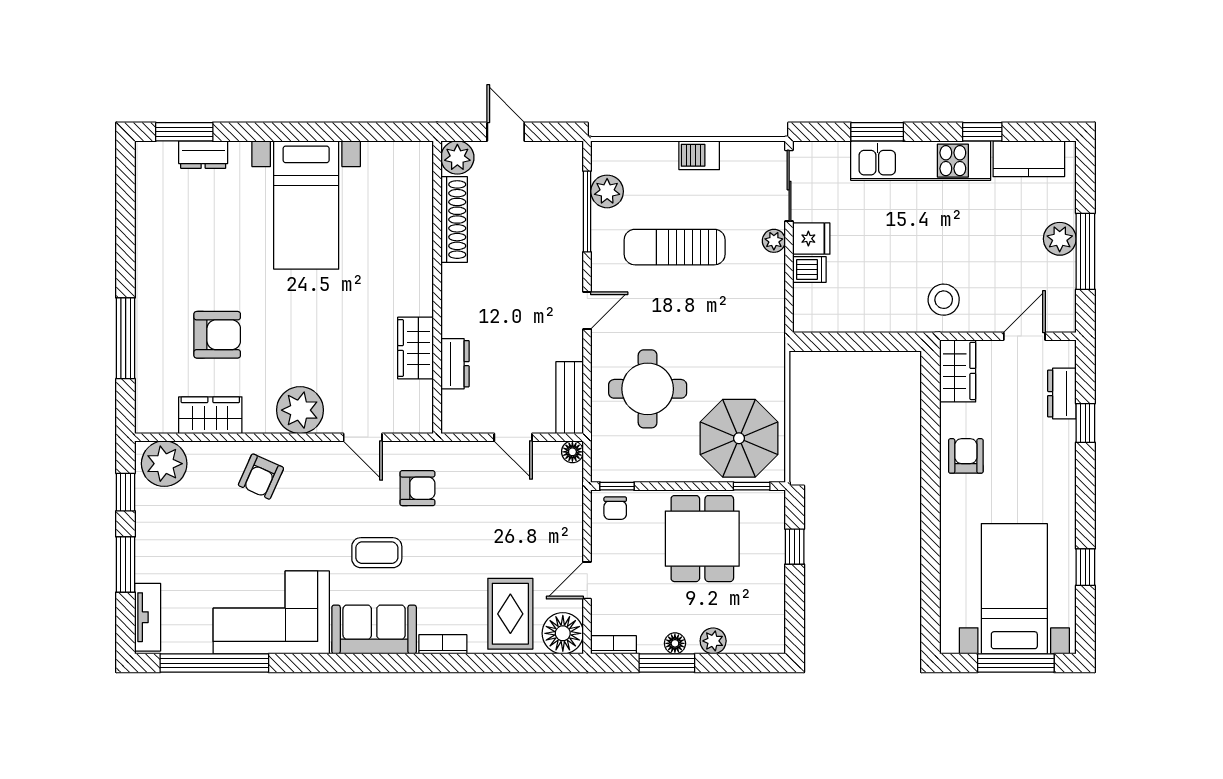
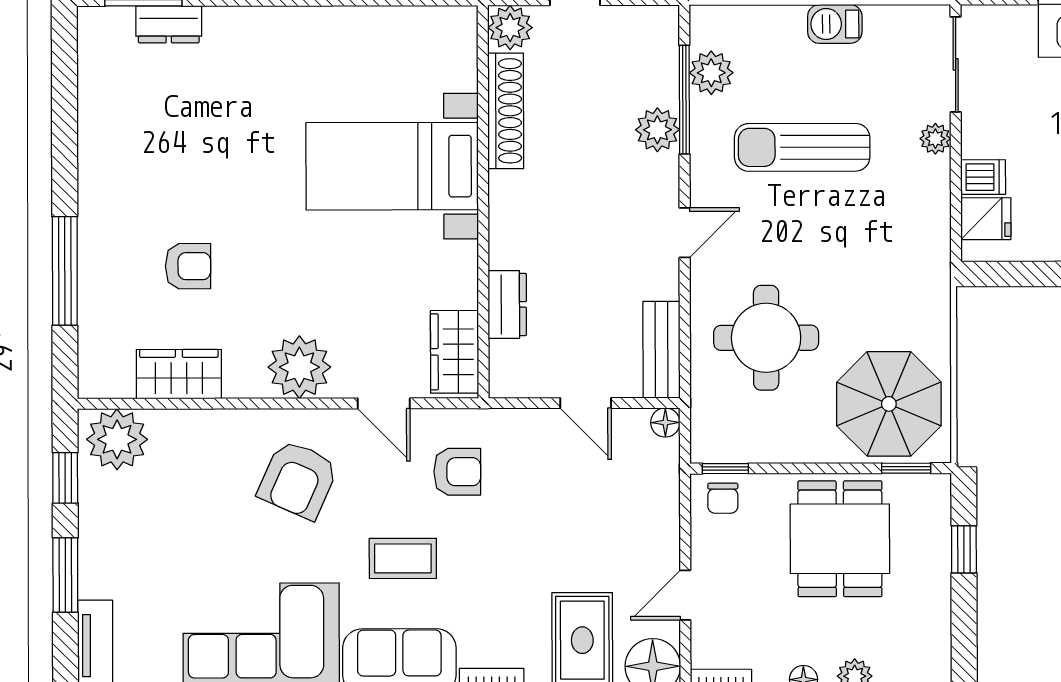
bed with nightstands: (306, 205) -> (392, 166), moved, turned 90
plant: (567, 234) -> (657, 130), added
fridge: (811, 239) -> (986, 219), moved
armchair: (217, 335) -> (188, 266), width x0.72, depth x0.72
wardrobe: (416, 348) -> (455, 352), moved
armchair: (261, 477) -> (298, 480), moved, width x1.38, depth x1.38

